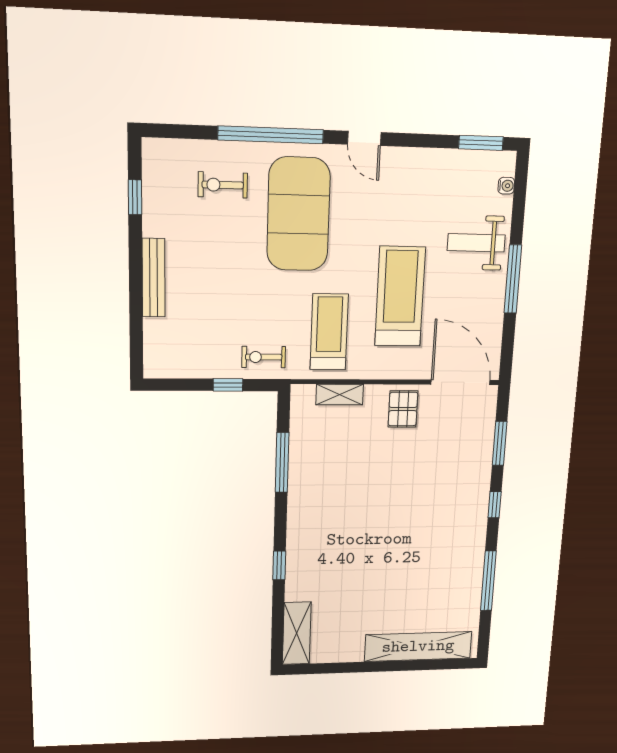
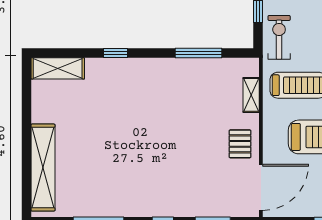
exercise bike: (264, 357) -> (279, 37), width x1.38, depth x1.39
pallet: (403, 409) -> (240, 144), turned 90

